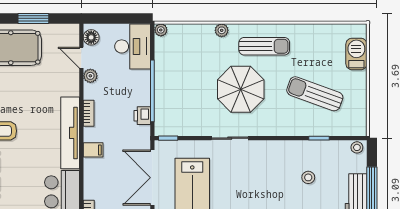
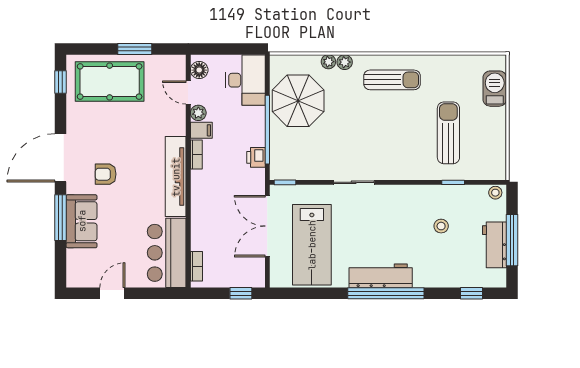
plant: (161, 30) -> (328, 62), moved
parasol: (241, 89) -> (298, 101), moved
sun lounger: (315, 94) -> (448, 133), turned 70
filing cabinet: (93, 150) -> (201, 130), moved

